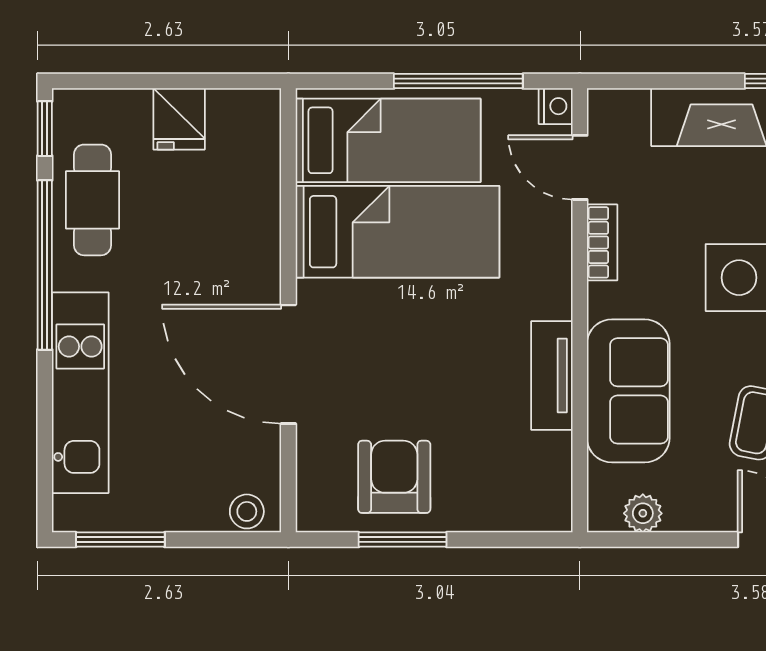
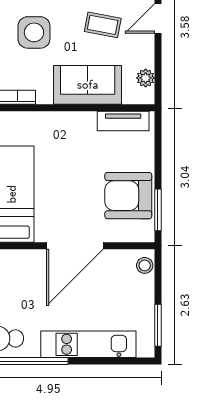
tv unit: (552, 375) -> (123, 121), moved
armchair: (394, 477) -> (128, 196), width x1.36, depth x1.36
window: (403, 540) -> (158, 210), moved

